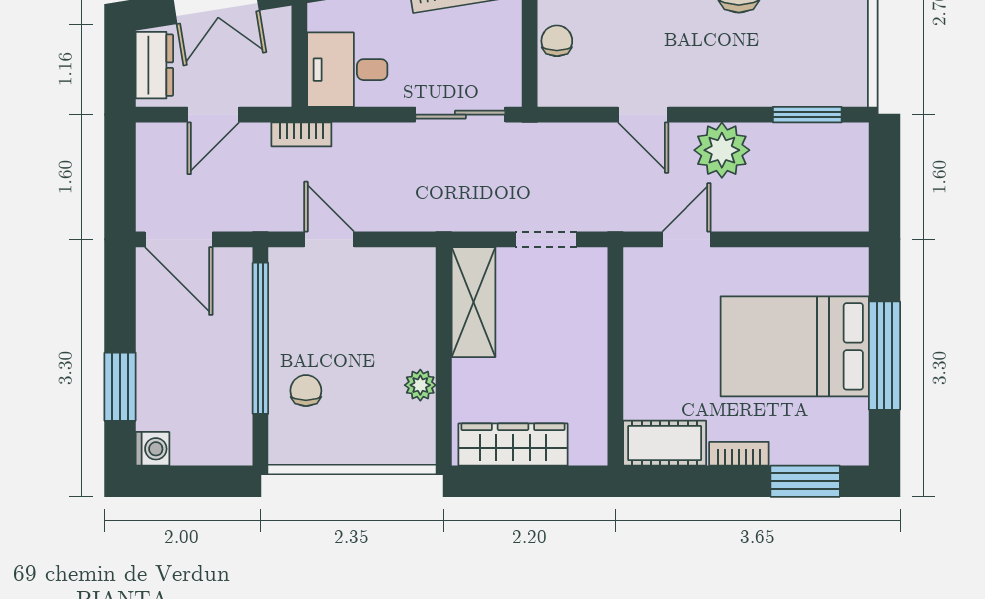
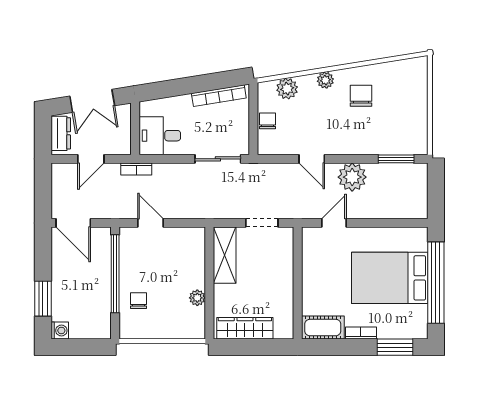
window: (884, 356) -> (436, 283), width x1.46

